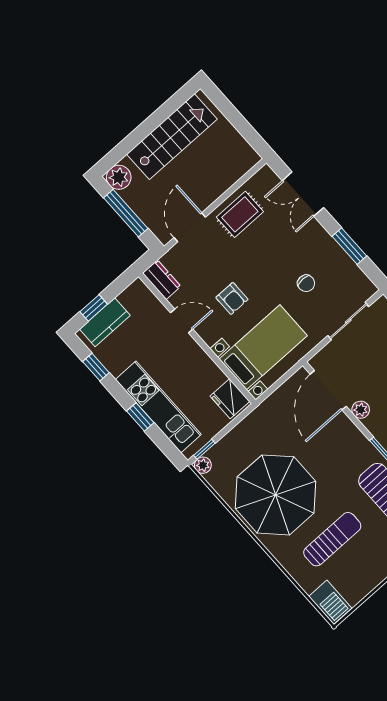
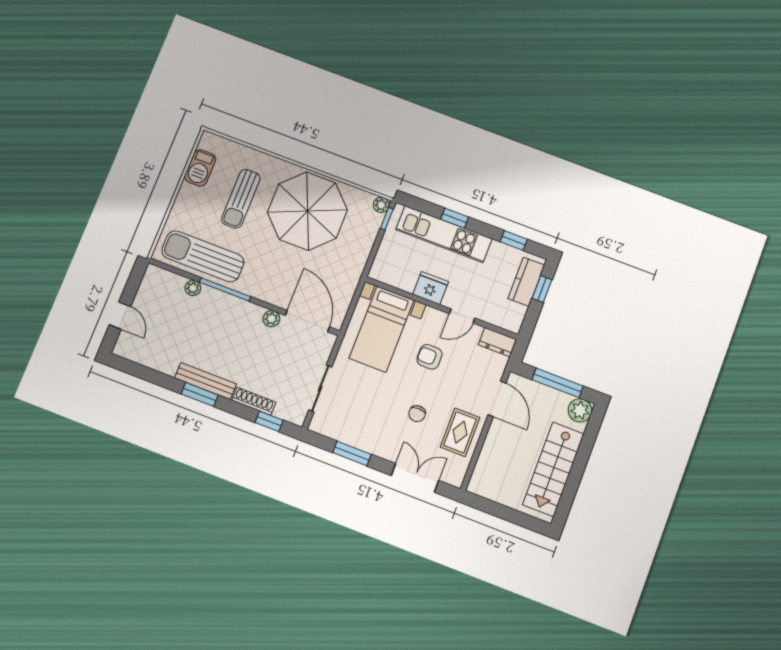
chair: (306, 283) -> (417, 414), moved, turned -90
fridge: (230, 399) -> (431, 288), moved
barbecue: (330, 602) -> (200, 168), moved, turned -90

